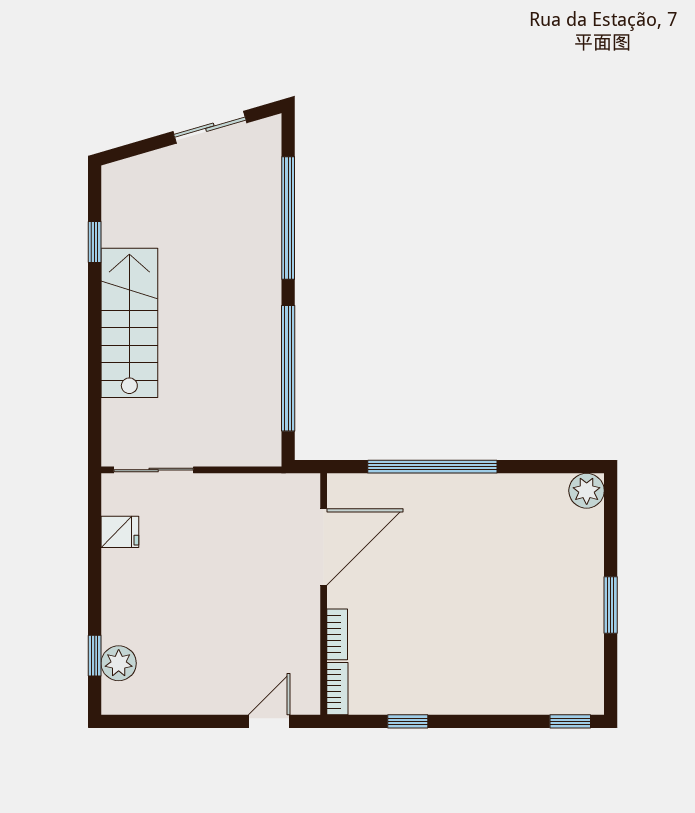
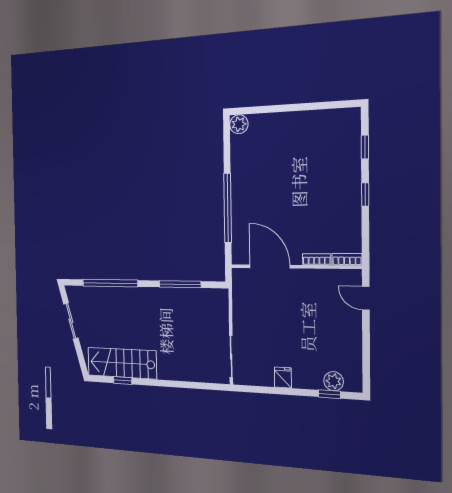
stairs: (129, 323) -> (122, 363), moved
window: (288, 368) -> (180, 284), width x0.68
fridge: (120, 532) -> (283, 377), moved
window: (611, 605) -> (299, 107), removed
window: (408, 721) -> (365, 194), moved
window: (570, 721) -> (365, 147), moved

